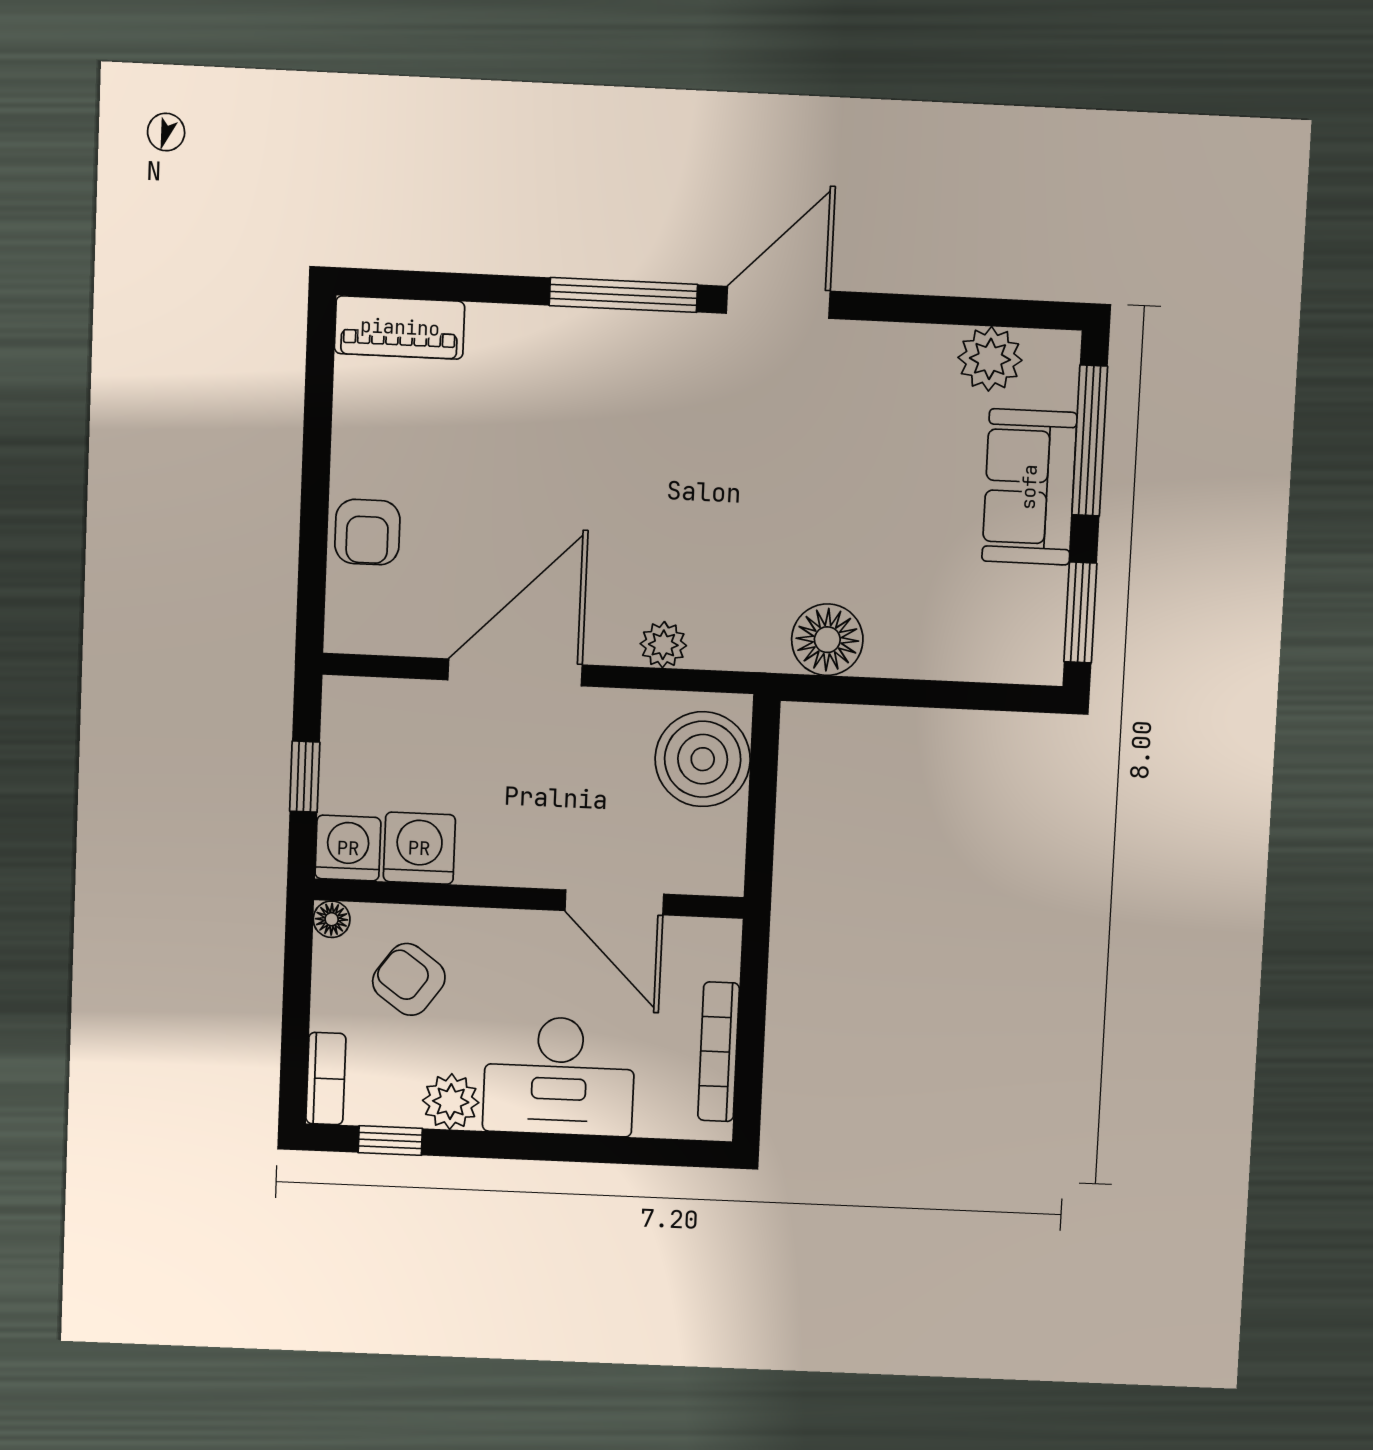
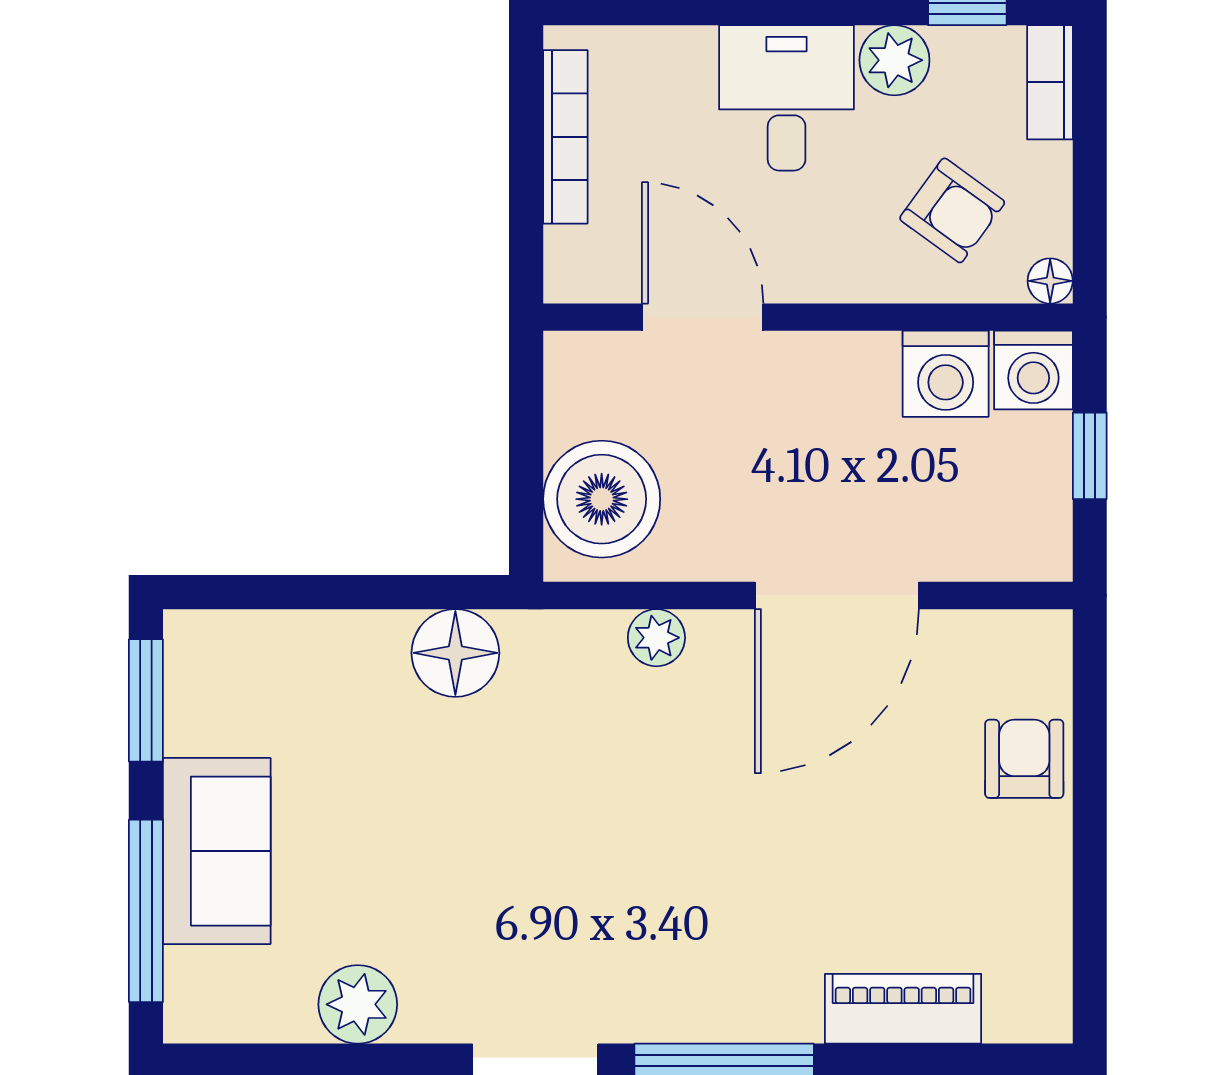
piano: (400, 327) -> (903, 1009), moved
plant: (990, 359) -> (358, 1004), moved
desk: (559, 1076) -> (787, 98), width x0.73

